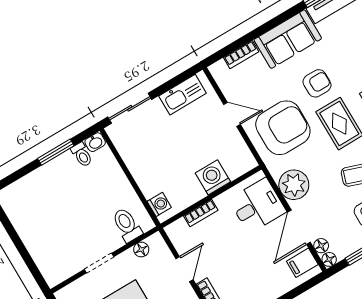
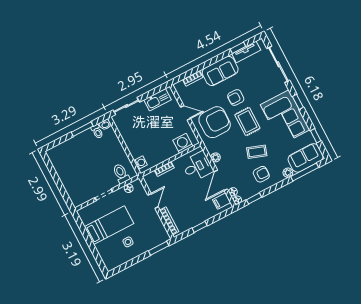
armchair: (317, 83) -> (236, 98), turned 180
washing machine: (213, 177) -> (183, 143), moved
plant: (294, 185) -> (216, 157), width x0.53, depth x0.53

